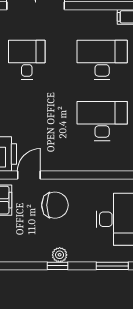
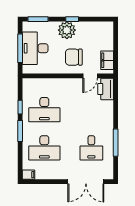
plant: (60, 255) -> (67, 30), width x1.88, depth x1.88

